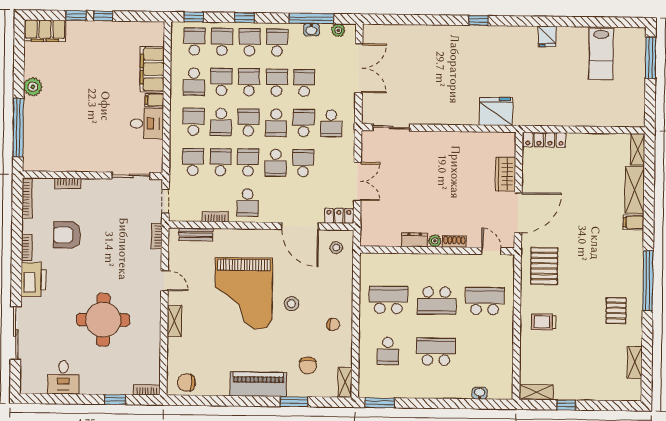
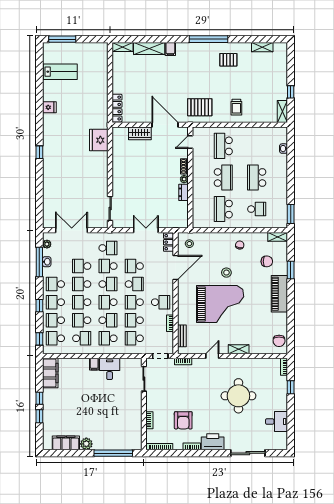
filing cabinet: (45, 31) -> (66, 443), moved, turned -90
filing cabinet: (152, 69) -> (50, 373), moved, turned -90

